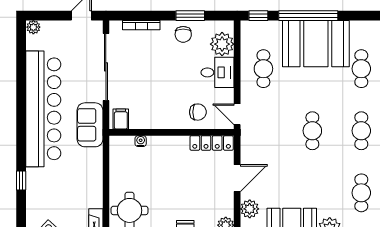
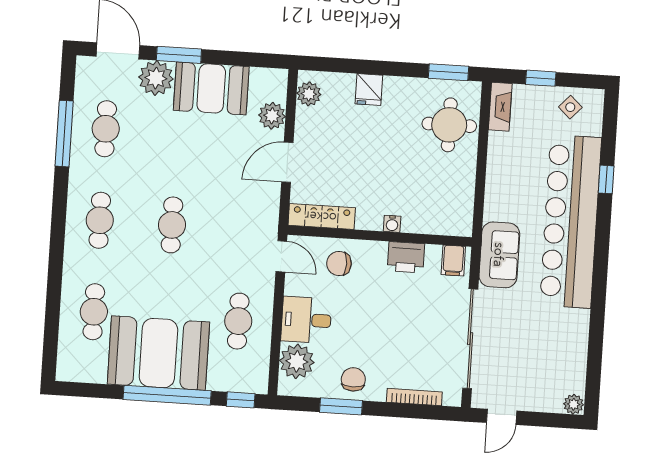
bar counter: (43, 109) -> (571, 221), moved
printer: (153, 119) -> (406, 257), added
water cooler: (141, 141) -> (392, 224), moved

